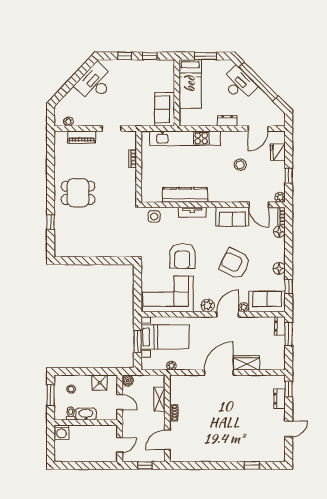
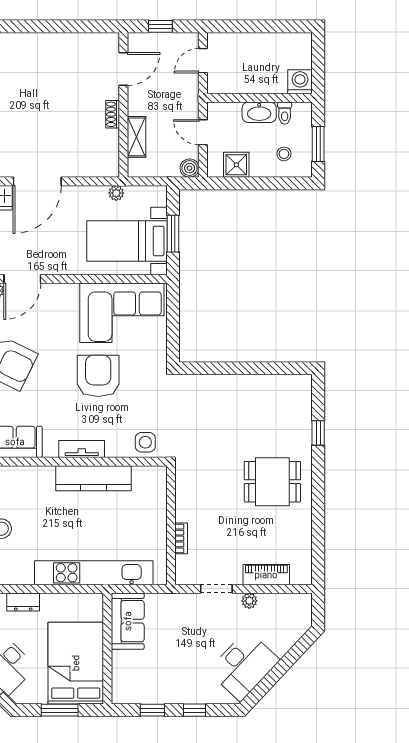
bed: (190, 84) -> (76, 663), width x1.50
plant: (68, 122) -> (249, 601), moved
plant: (208, 305) -> (56, 294), removed

